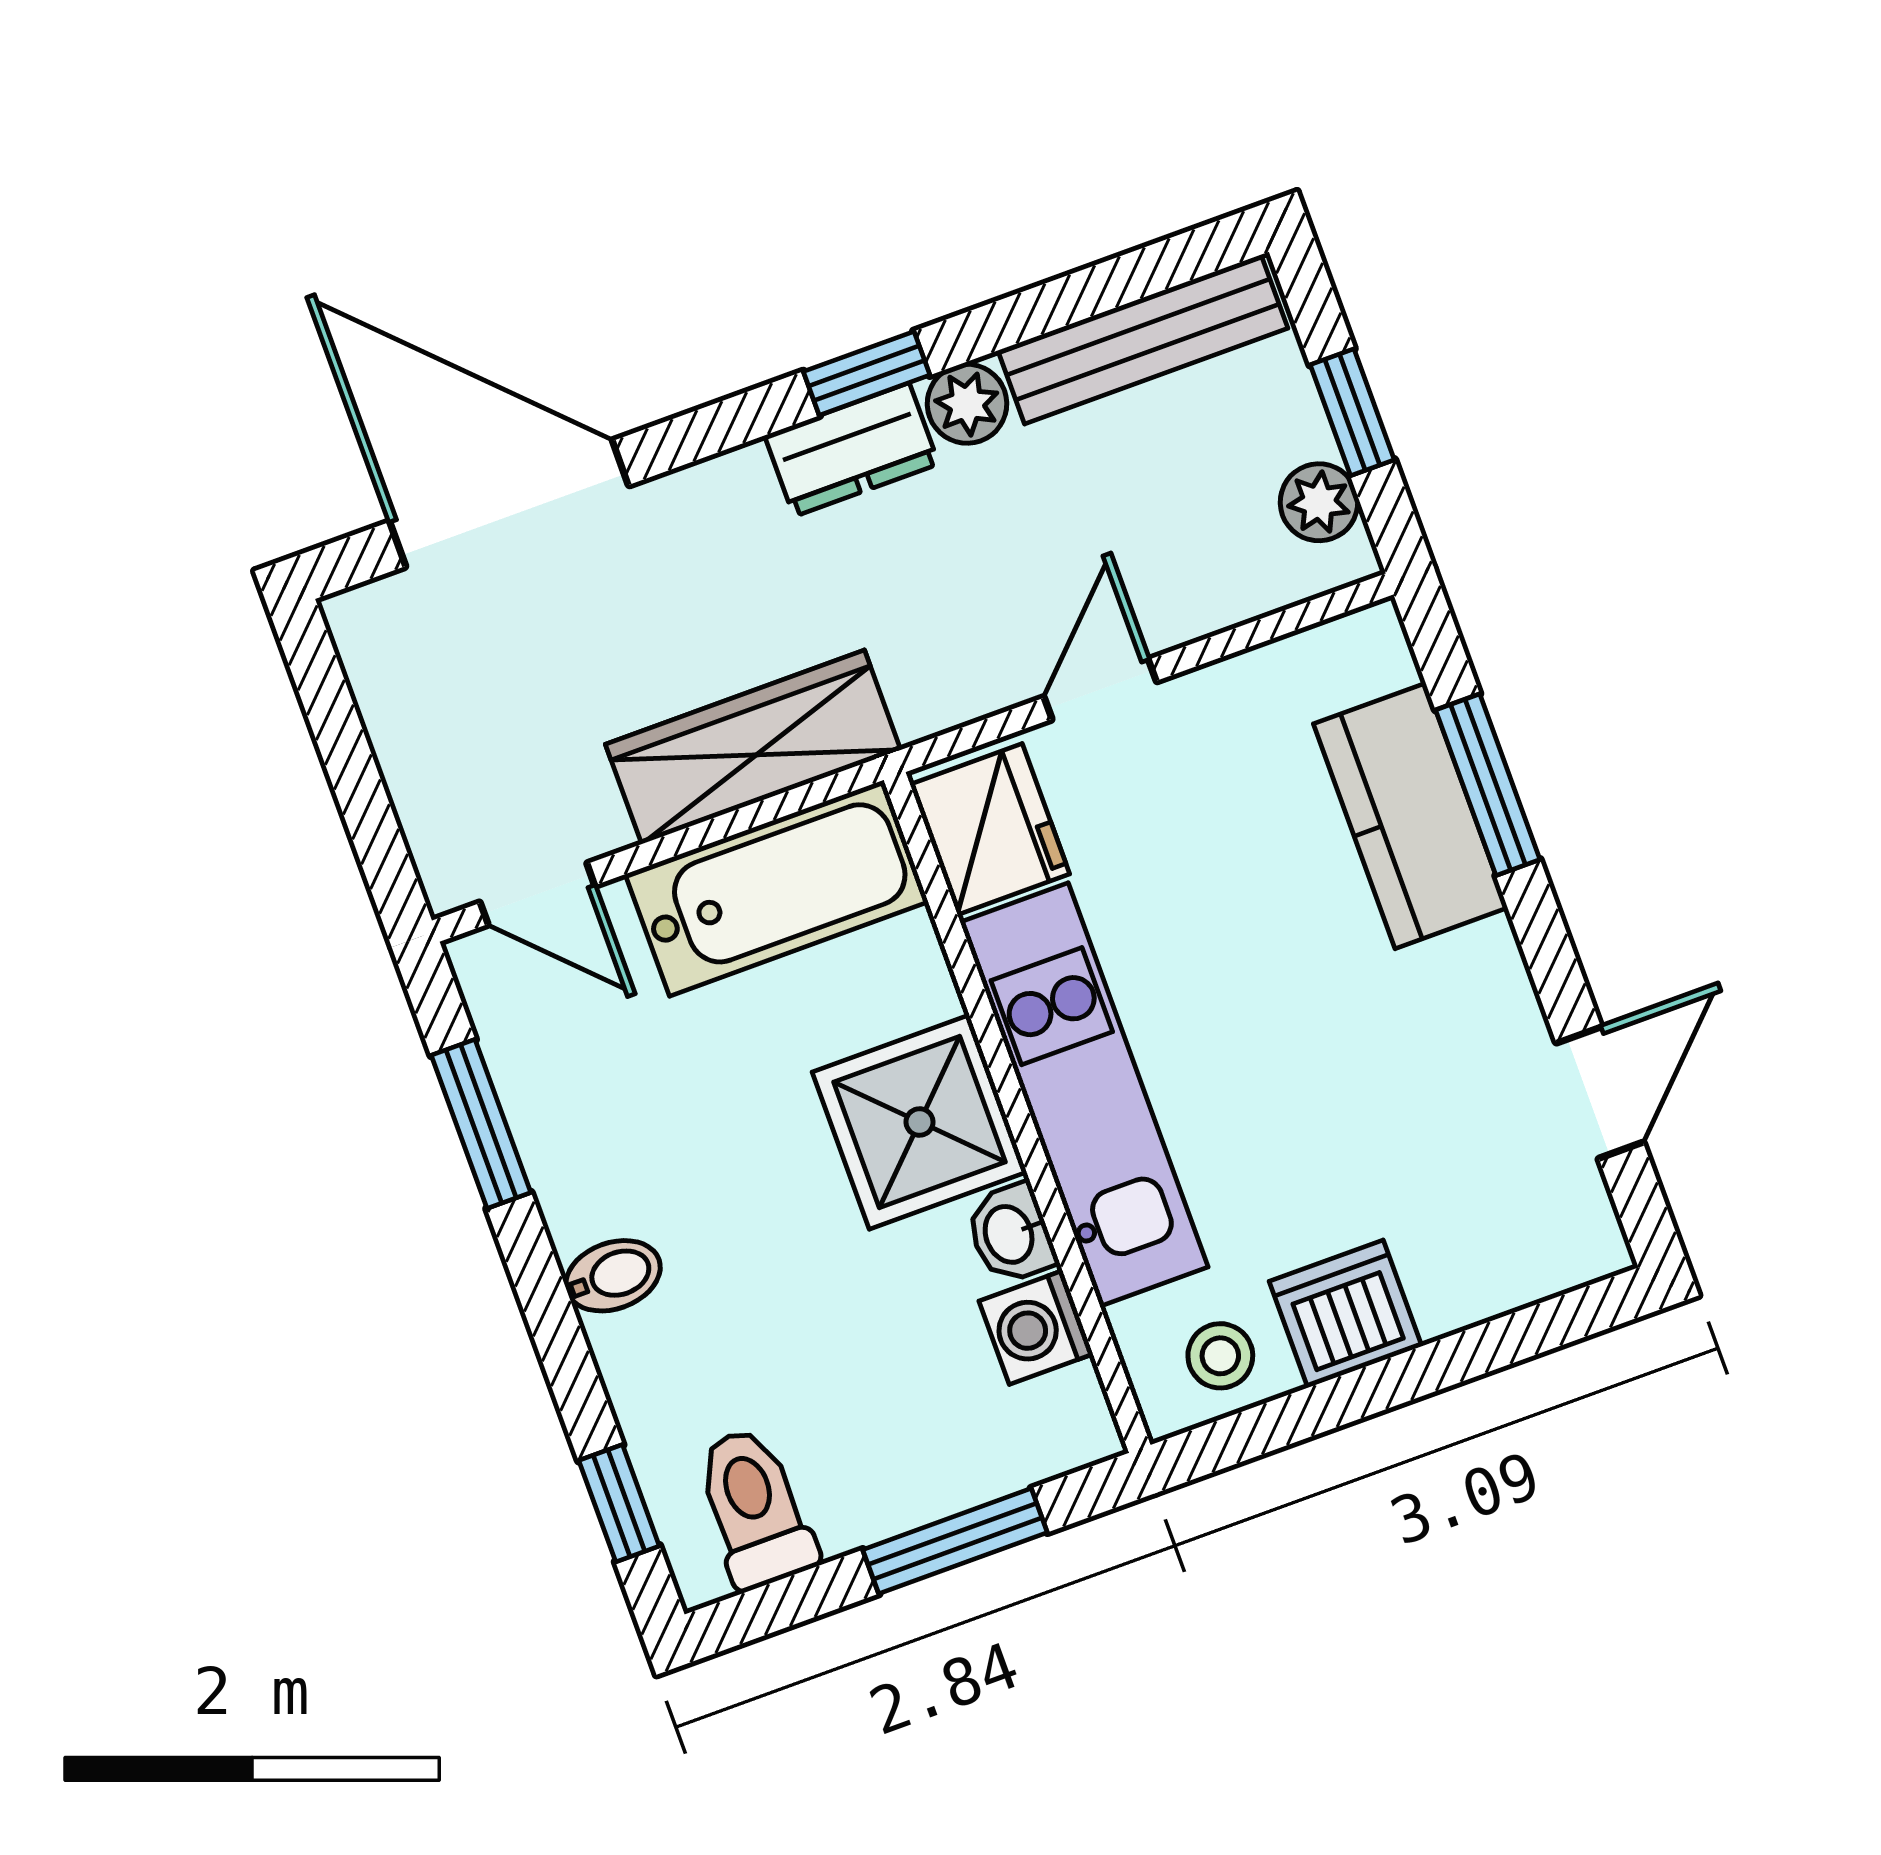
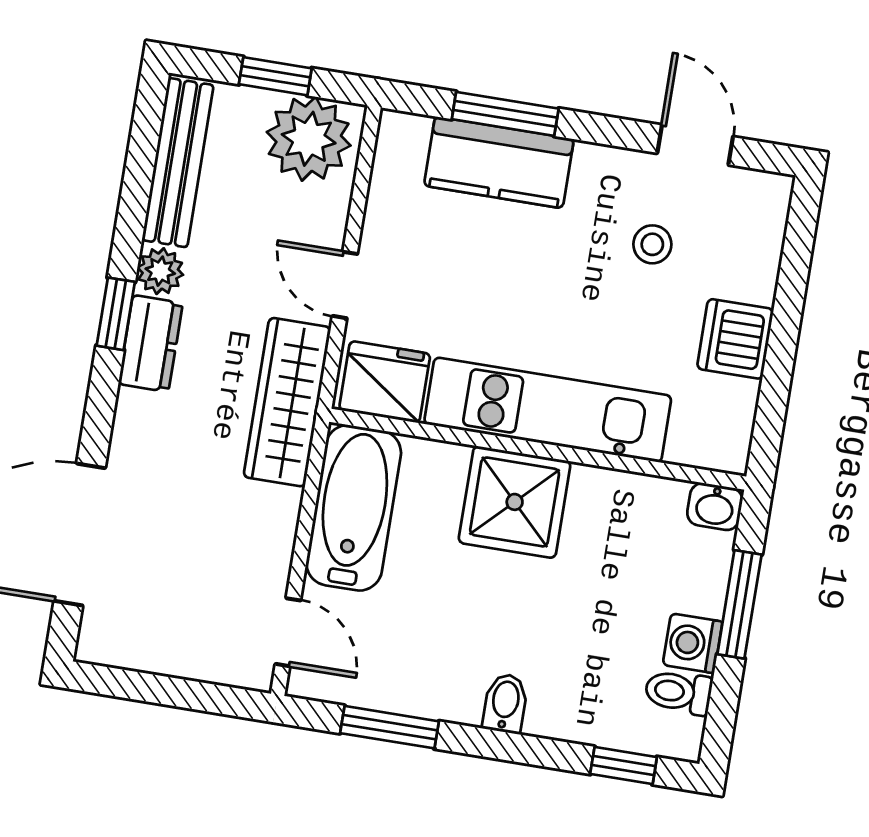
plant: (1319, 502) -> (309, 139), width x1.88, depth x1.88
wardrobe: (753, 747) -> (287, 402), moved
door: (537, 894) -> (288, 632), hinge flipped
washbasin: (1011, 1234) -> (715, 507), moved
washing machine: (1036, 1328) -> (693, 643), moved, turned 90
stool: (1220, 1356) -> (652, 244), moved
toilet: (755, 1508) -> (678, 692), width x0.73, depth x0.72

